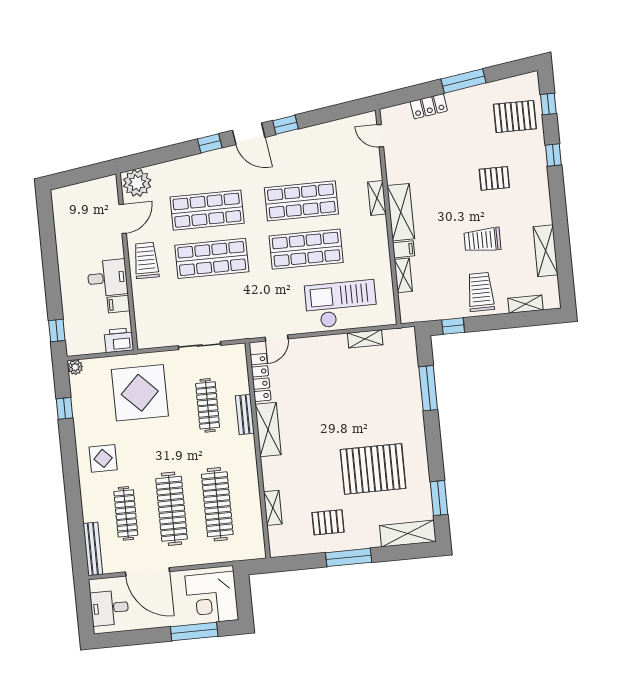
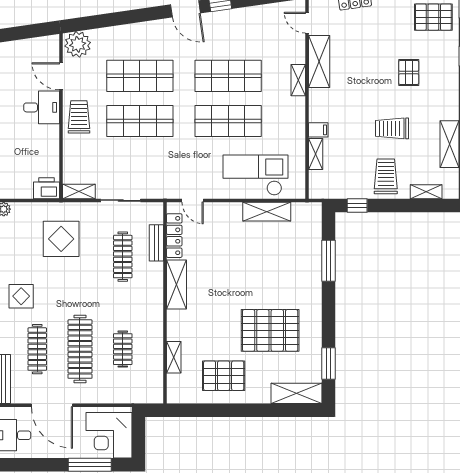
window: (210, 143) -> (149, 14), removed
pallet: (494, 178) -> (409, 73), turned 90
shelving: (401, 212) -> (319, 62), moved
door: (123, 219) -> (61, 76), swing flipped
desk: (107, 278) -> (42, 107), moved
filing cabinet: (118, 304) -> (49, 155), removed
door: (277, 338) -> (193, 200), hinge flipped
shelving: (365, 339) -> (267, 212), width x1.50, depth x1.33
shelving: (154, 340) -> (79, 191), added
display table: (140, 393) -> (61, 239), width x0.73, depth x0.73
bench: (245, 415) -> (156, 243), moved
clothes rail: (217, 504) -> (123, 349), width x0.54, depth x0.76
pallet: (328, 522) -> (224, 376), width x1.50, depth x1.42
window: (349, 557) -> (239, 410), removed

